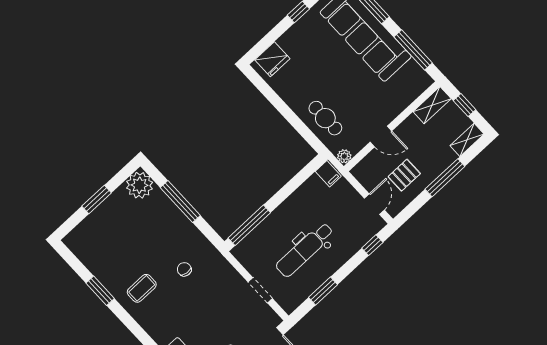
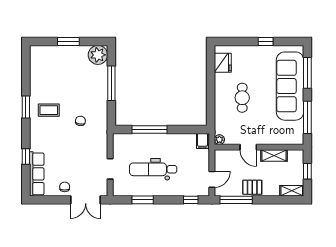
fridge: (272, 59) -> (223, 63), moved, turned -90
shelving: (432, 105) -> (274, 156), moved
cafe table: (325, 118) -> (242, 98), moved
pallet: (404, 175) -> (252, 187), moved
window: (445, 178) -> (236, 200), moved
window: (249, 225) -> (150, 129), moved
window: (100, 291) -> (26, 107), moved

